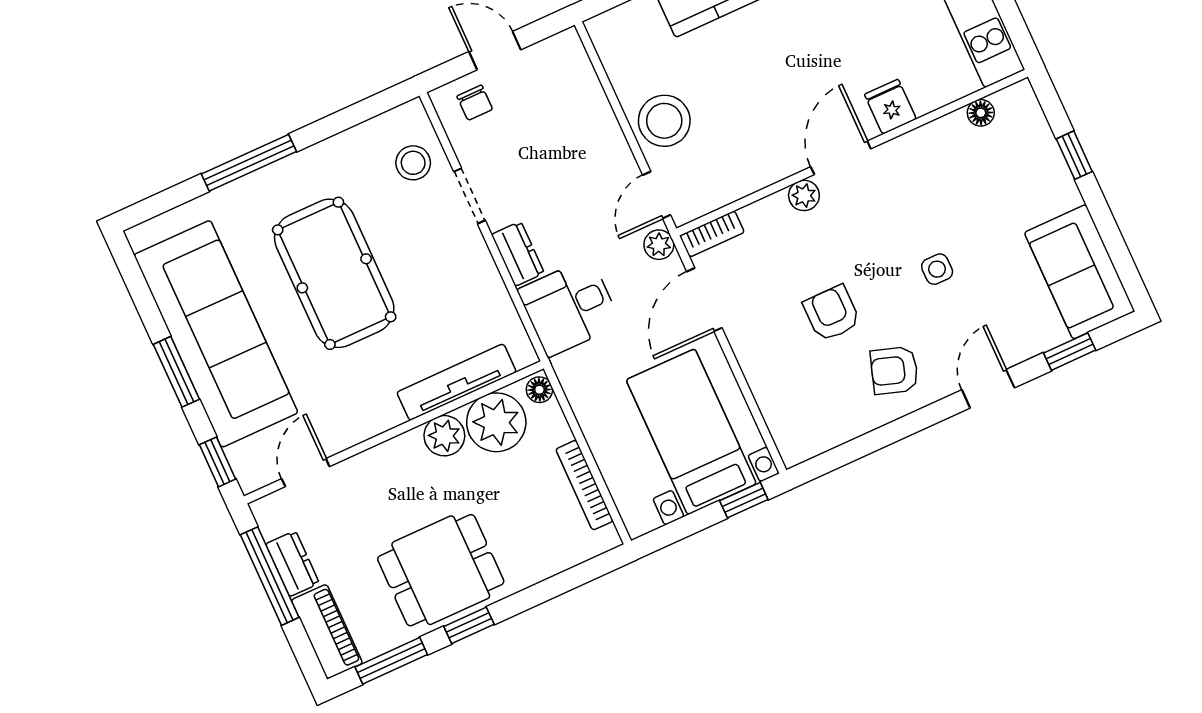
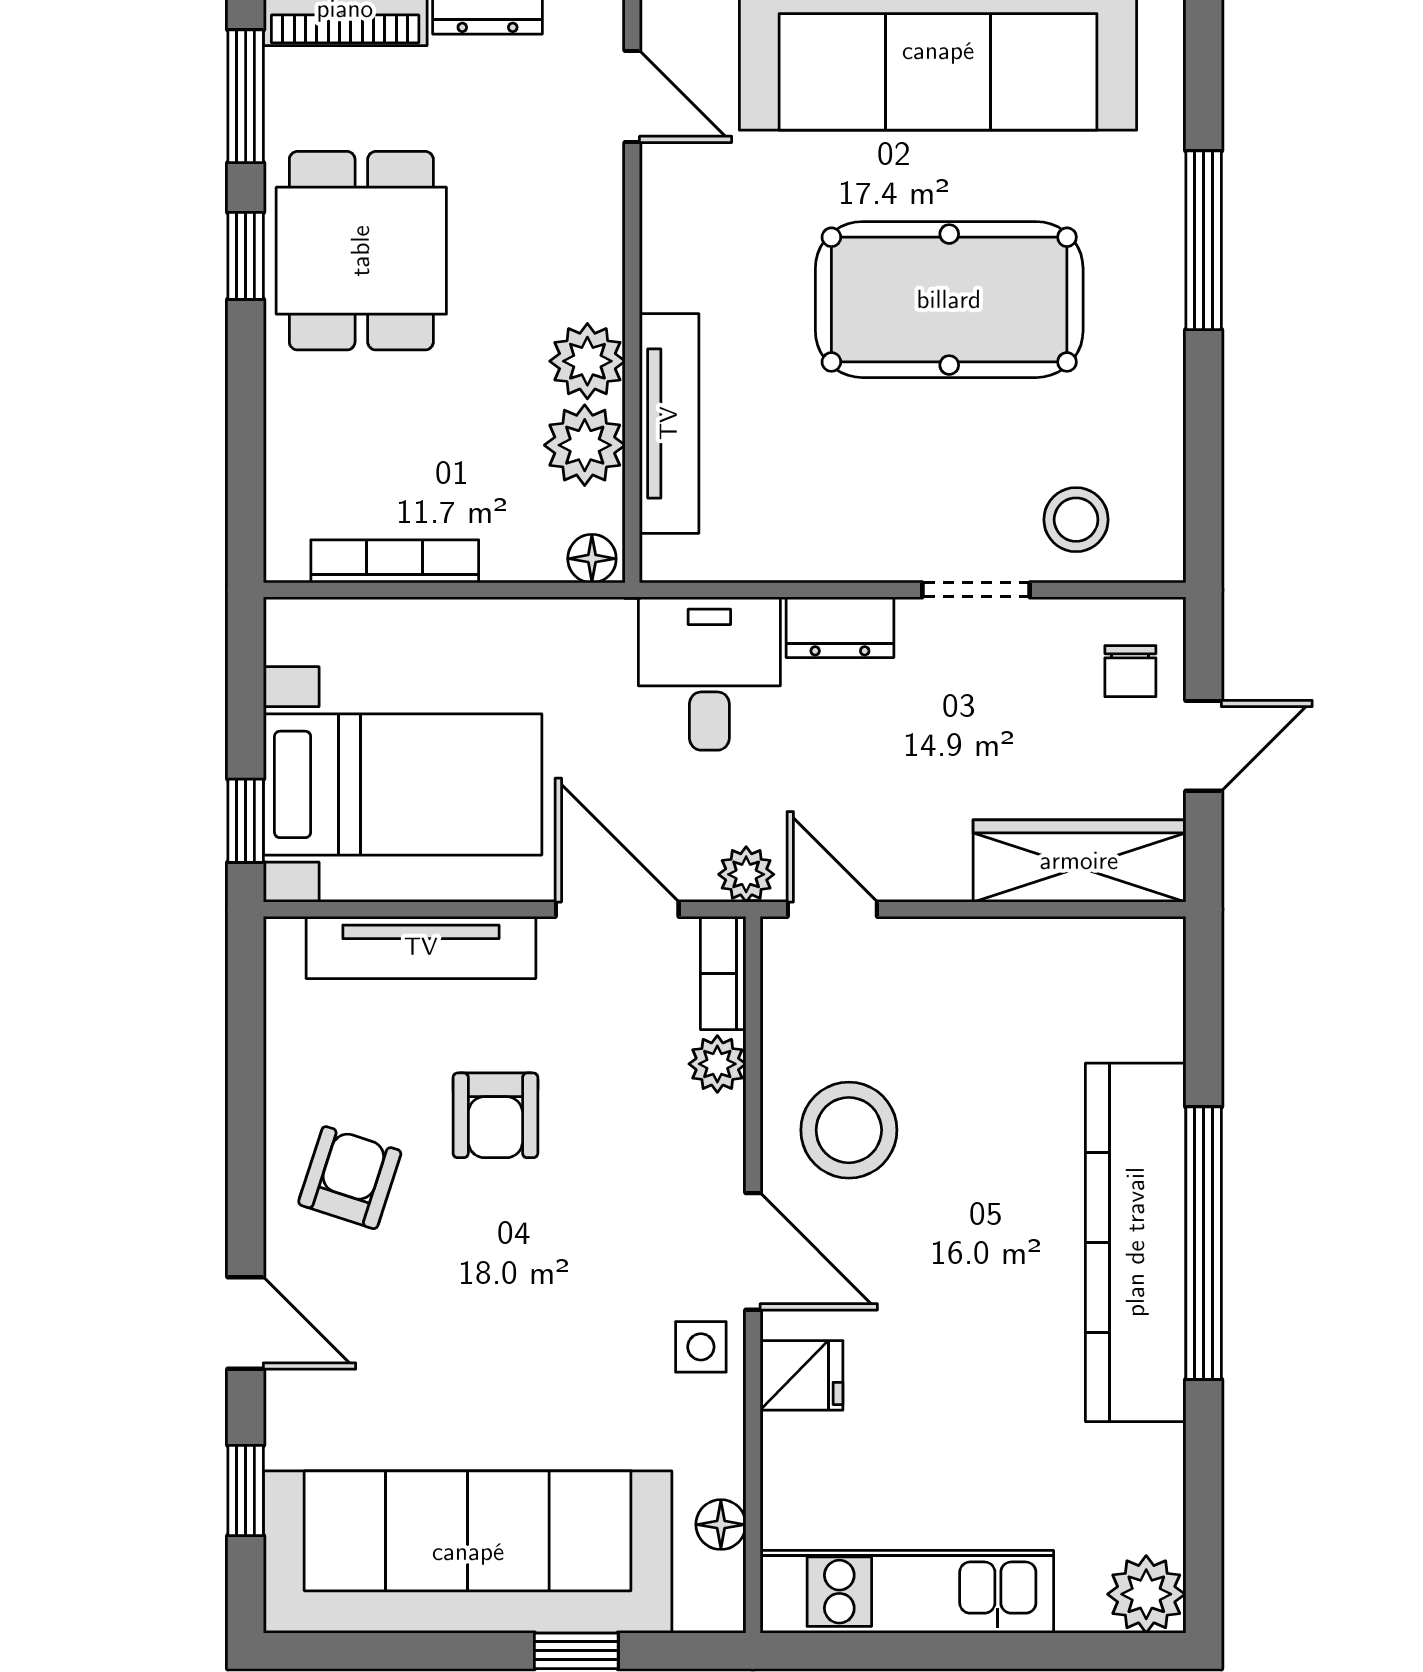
wardrobe: (578, 85) -> (1079, 861), added
chair: (475, 103) -> (1130, 671), turned -90
stool: (664, 121) -> (849, 1130), moved
plant: (804, 195) -> (717, 1064), moved
side table: (937, 269) -> (701, 1347), moved
sofa: (1080, 272) -> (468, 1552), width x1.85, depth x1.27
armchair: (832, 313) -> (495, 1115), turned 90
tv unit: (767, 387) -> (421, 947), added
plant: (496, 422) -> (585, 445), width x0.73, depth x0.73

